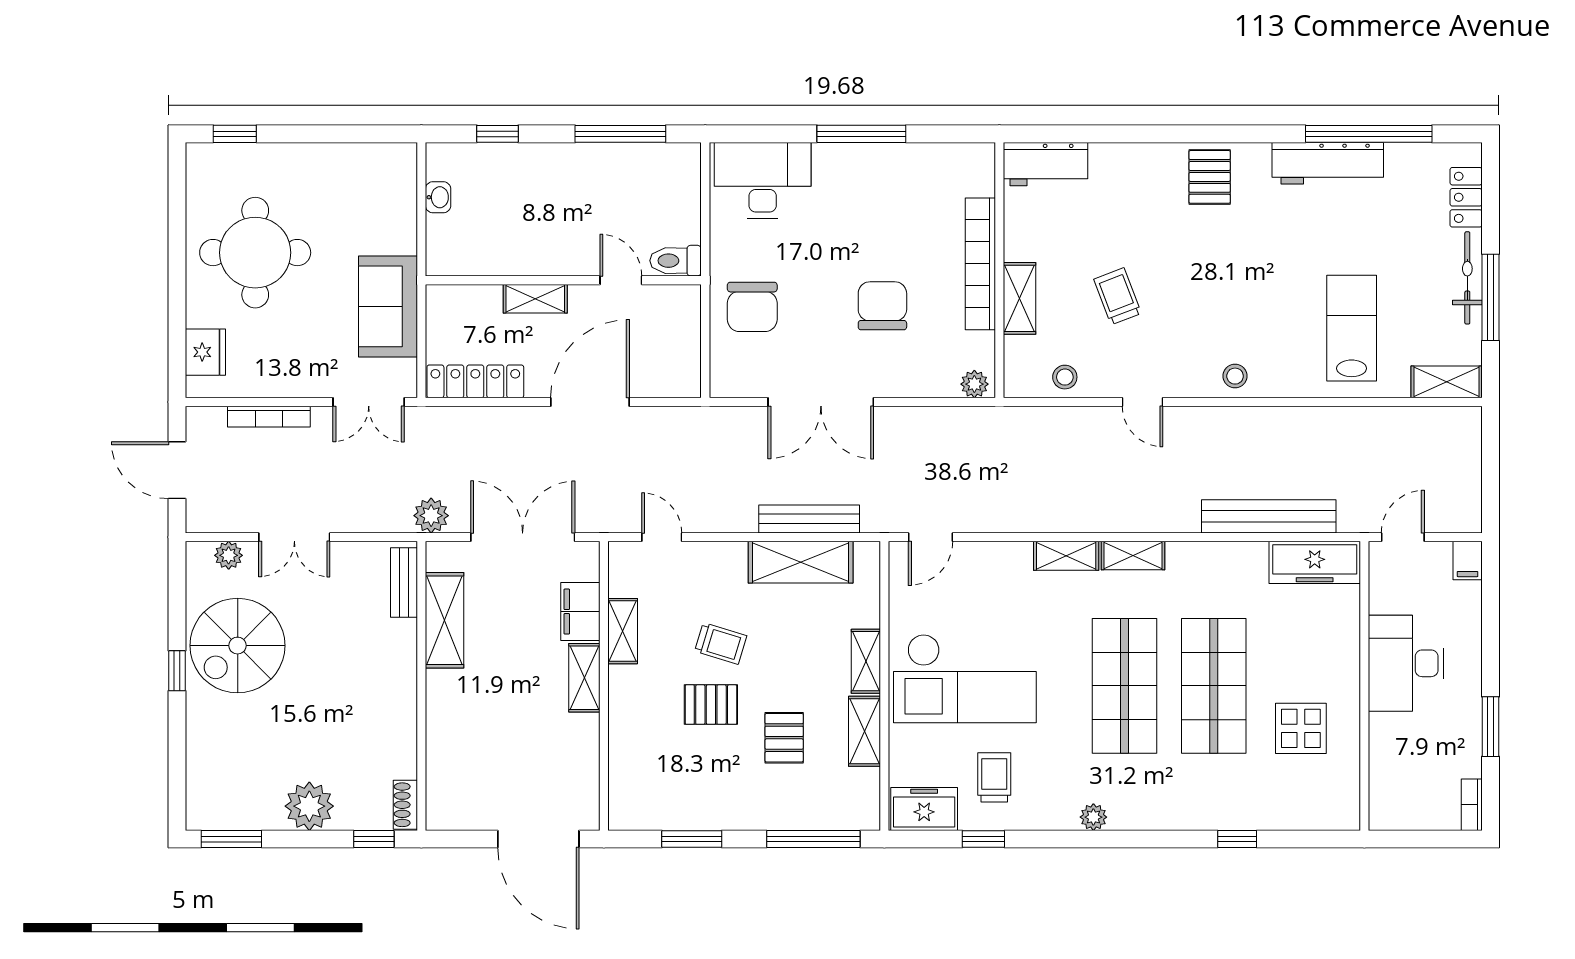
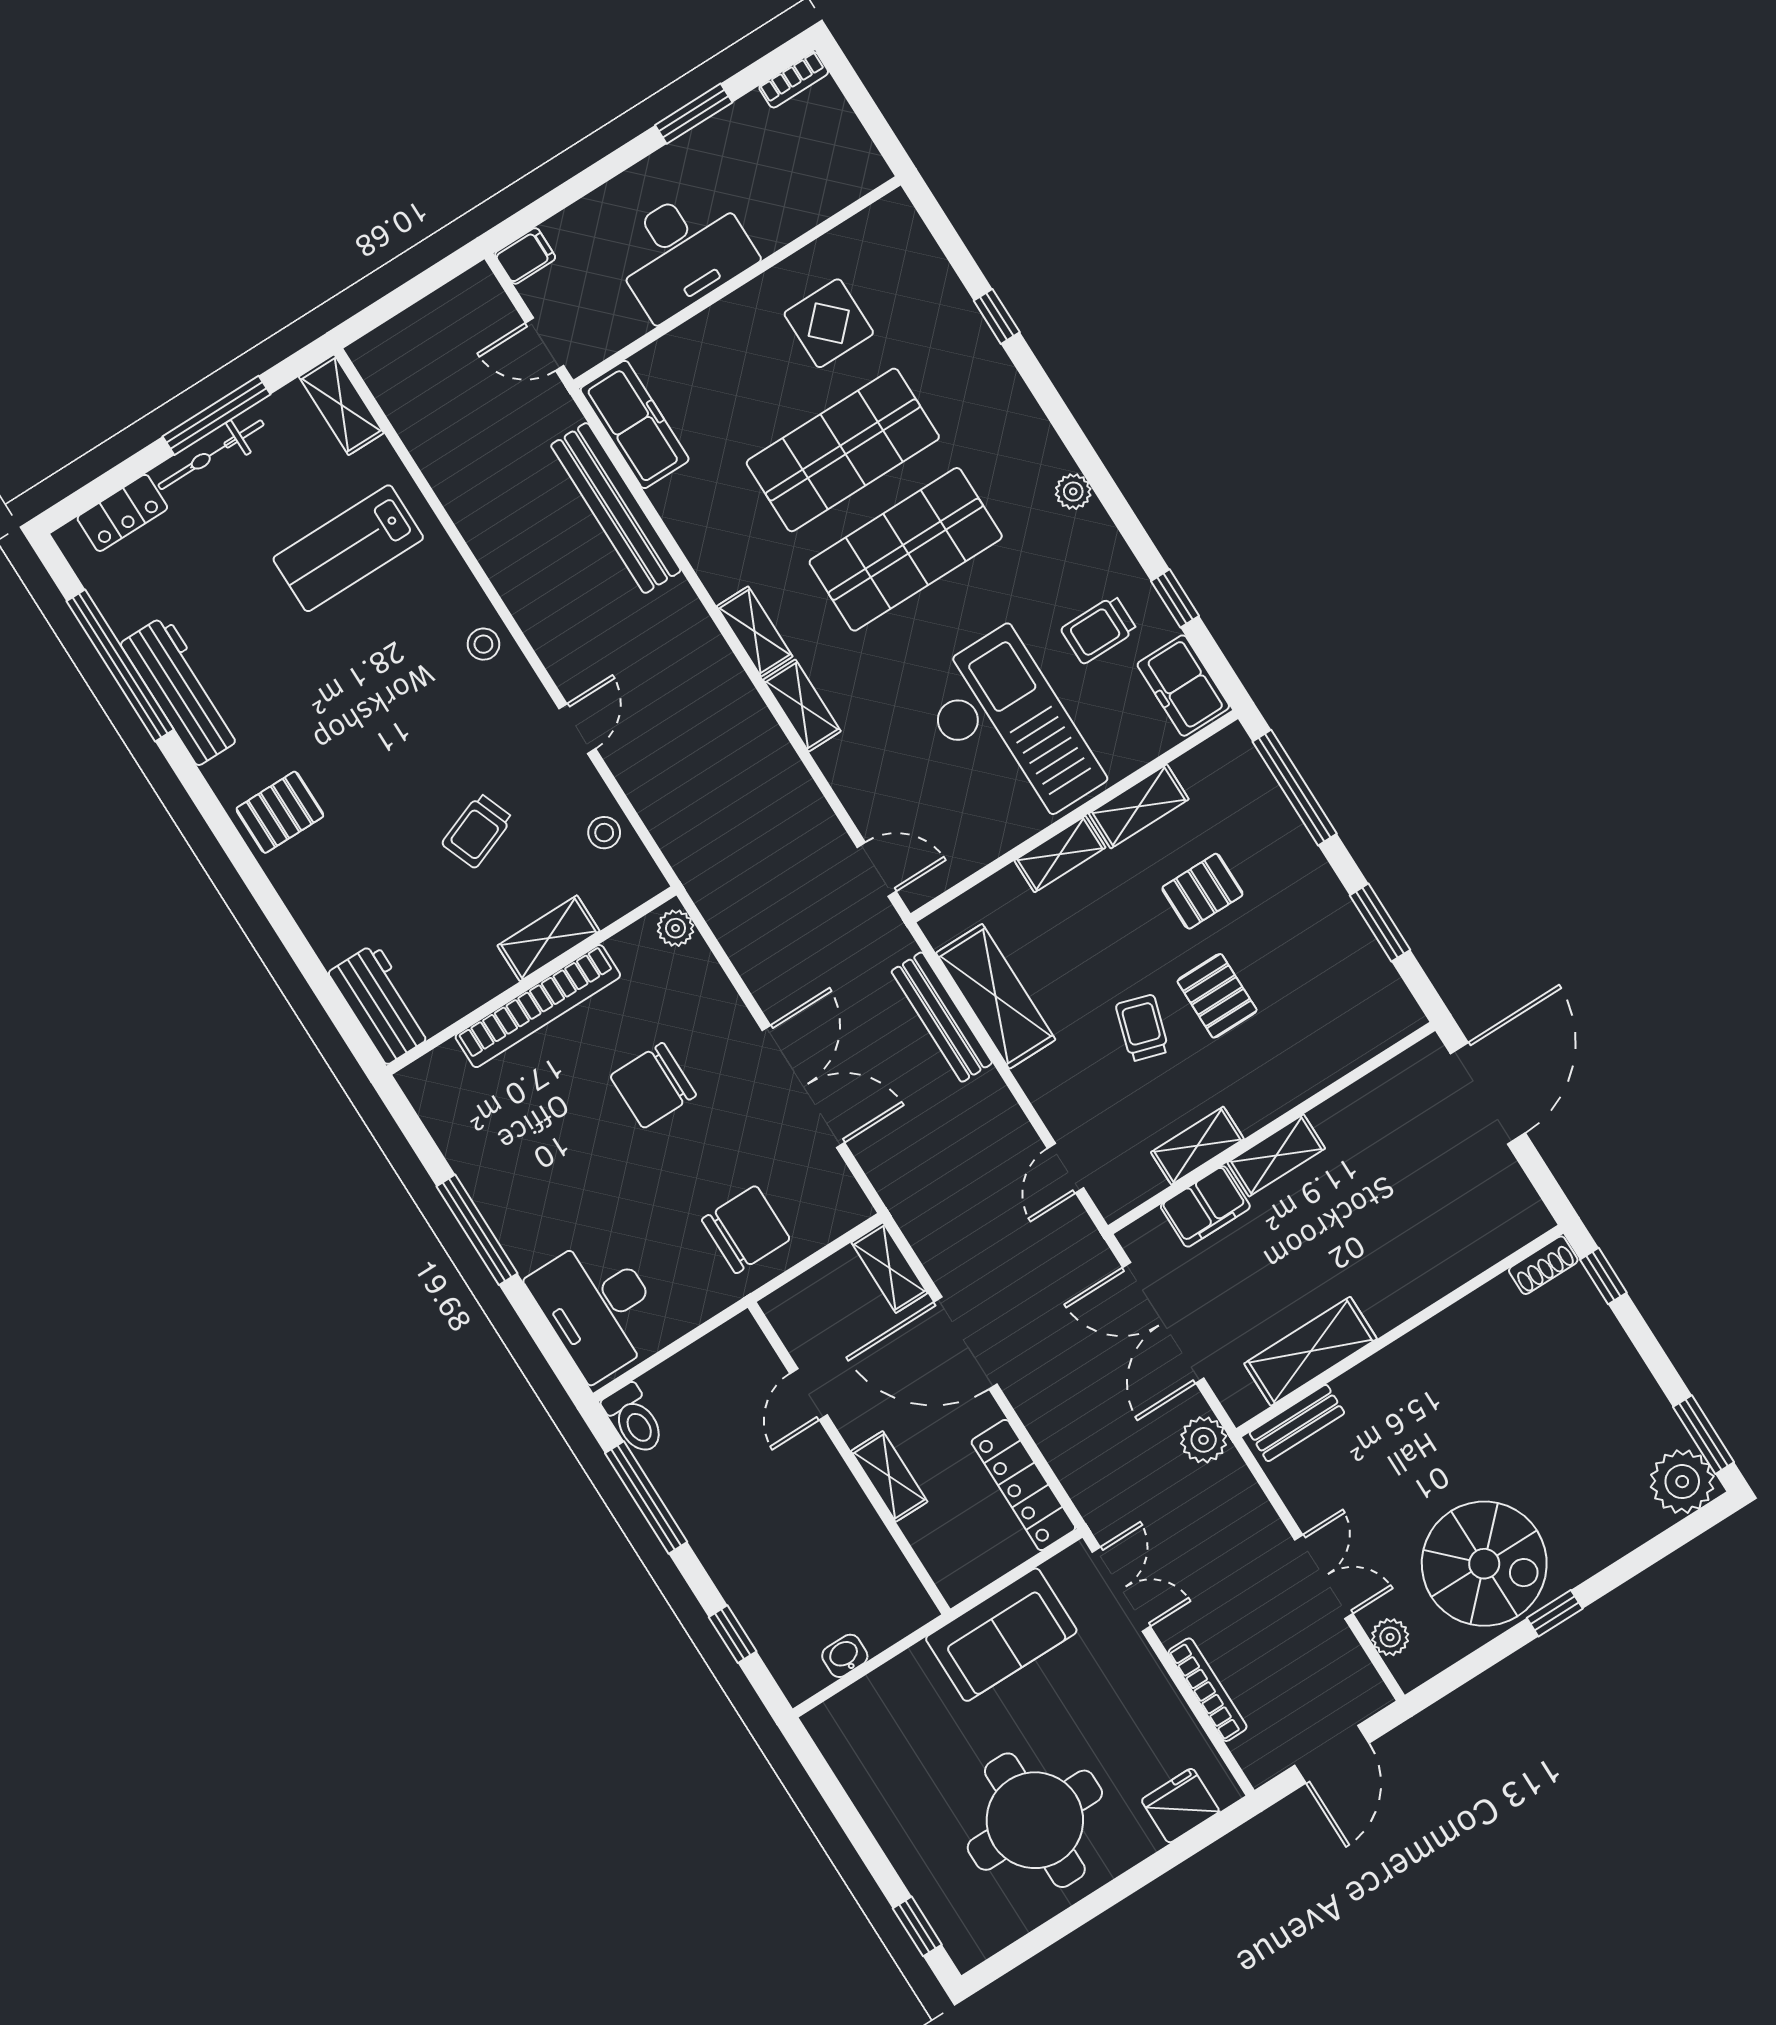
toilet: (676, 261) -> (634, 1419), moved
shelving: (669, 384) -> (889, 1268), added
plant: (309, 806) -> (1682, 1482), moved

